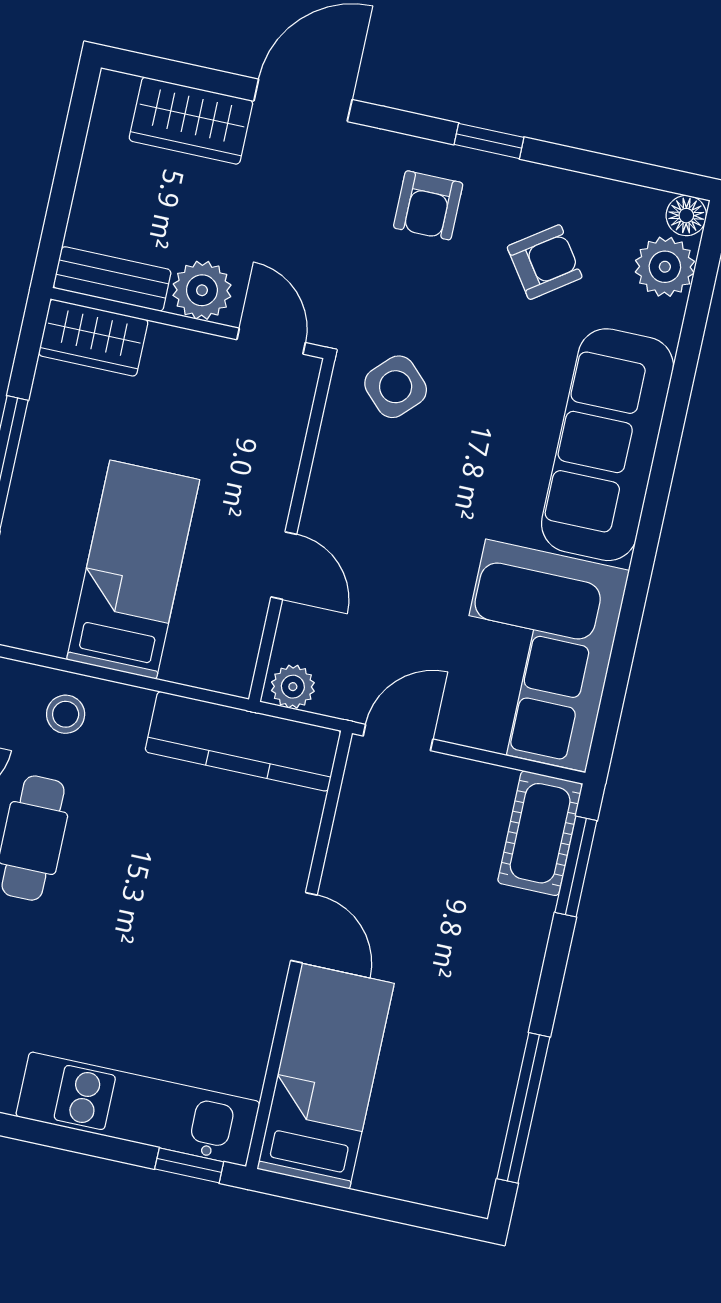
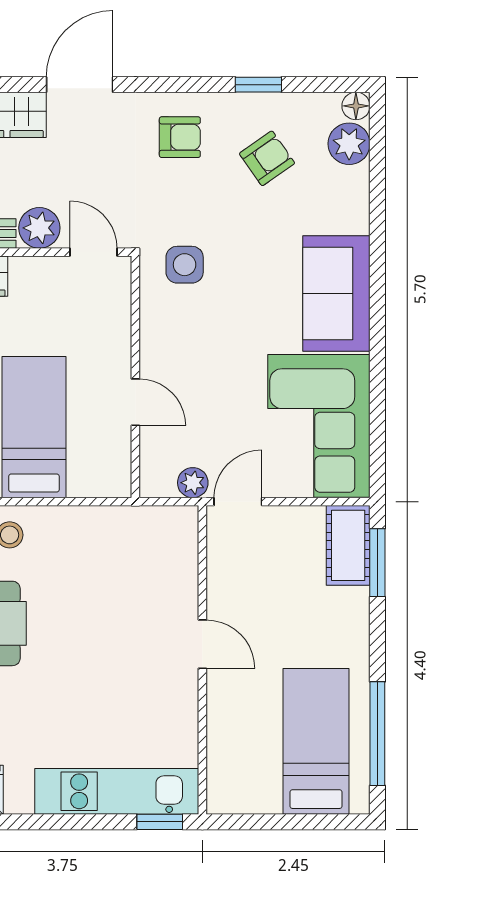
window: (489, 141) -> (258, 85), moved
armchair: (428, 205) -> (180, 137), turned -90
side table: (396, 387) -> (185, 265), turned 45
sofa: (607, 445) -> (336, 293), width x0.73
plant: (293, 687) -> (193, 483), moved
kitchen counter: (243, 741) -> (134, 527), removed
bed: (326, 1076) -> (316, 741), moved

